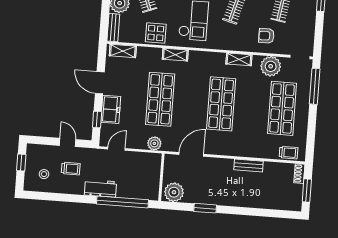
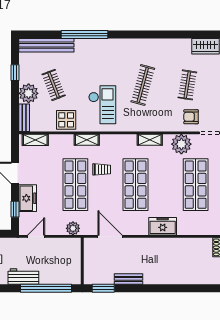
armchair: (266, 36) -> (191, 117), moved
freezer: (245, 148) -> (163, 226), added
trolley: (289, 153) -> (102, 169), moved
door: (191, 154) -> (110, 236), hinge flipped
bench: (248, 165) -> (128, 279), moved
plant: (174, 192) -> (96, 275), removed
window: (205, 208) -> (103, 288), moved

